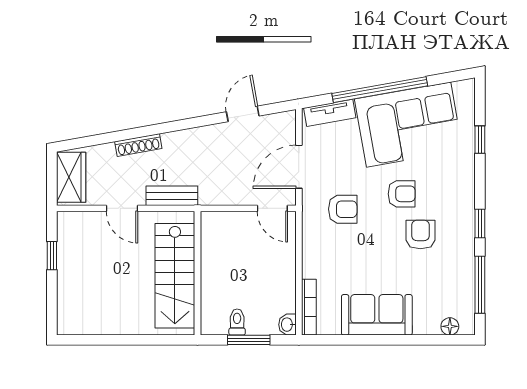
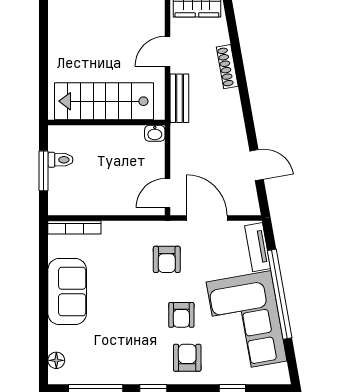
armchair: (420, 234) -> (187, 358), moved, turned -90
washbasin: (287, 325) -> (155, 133), moved, turned 180

